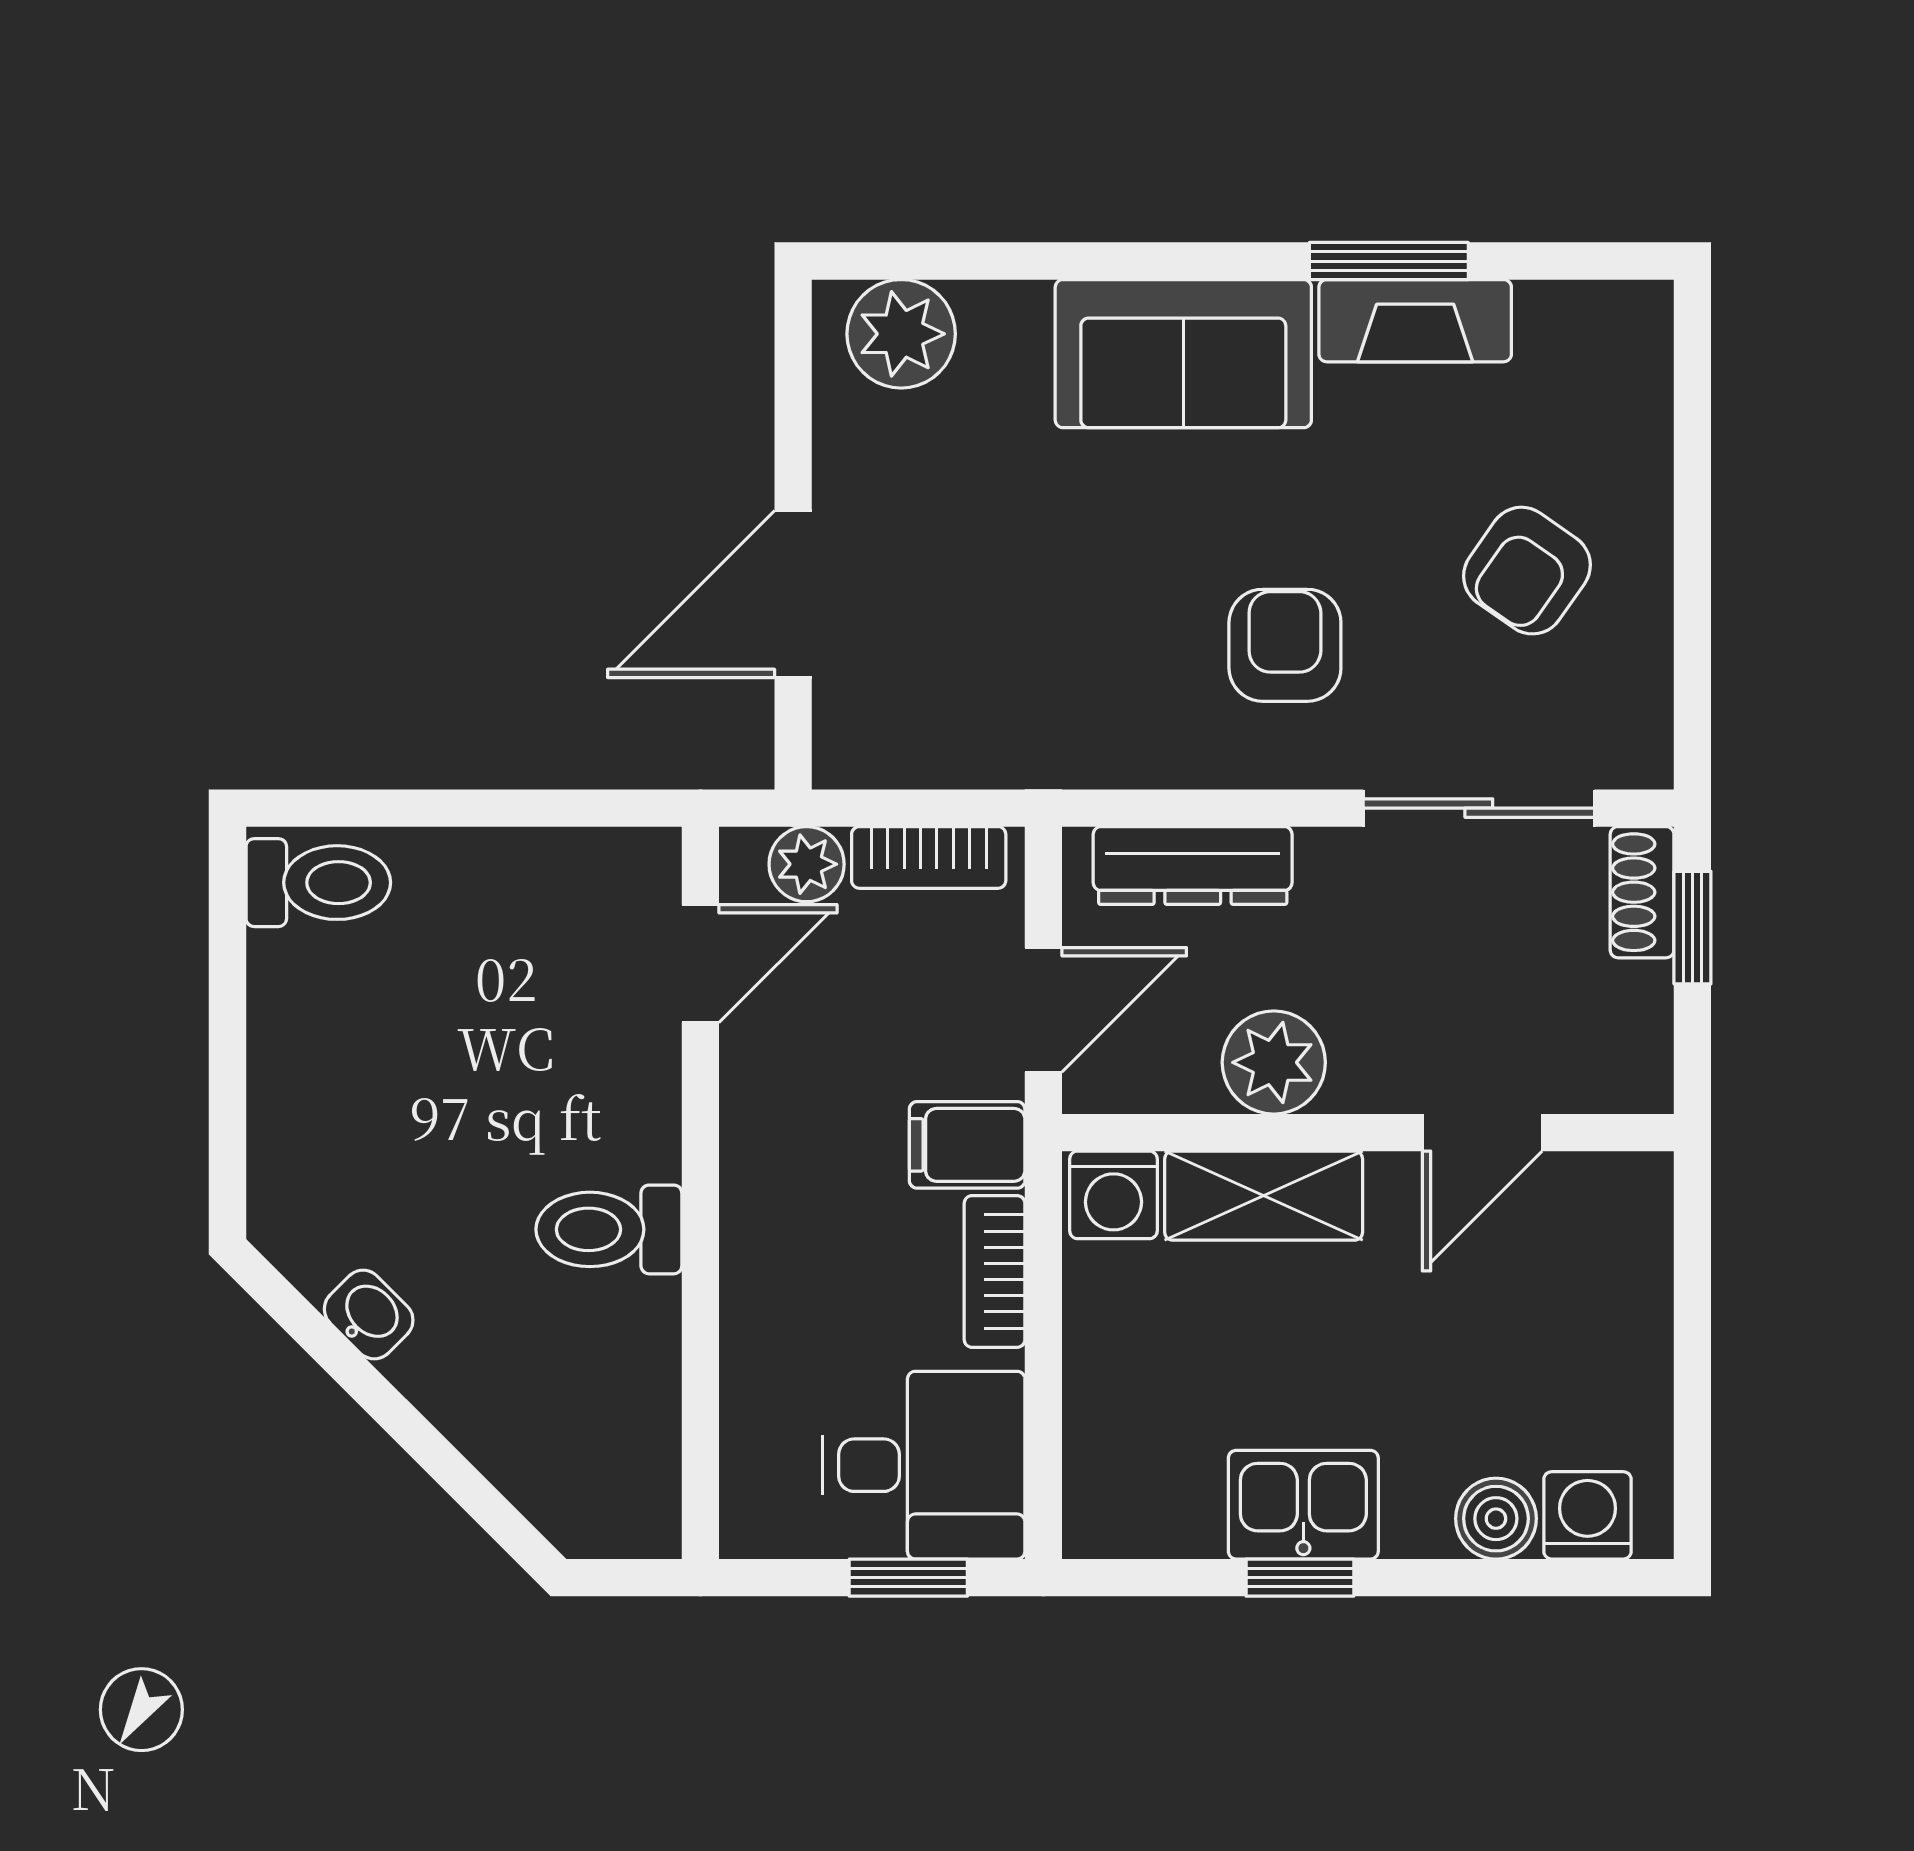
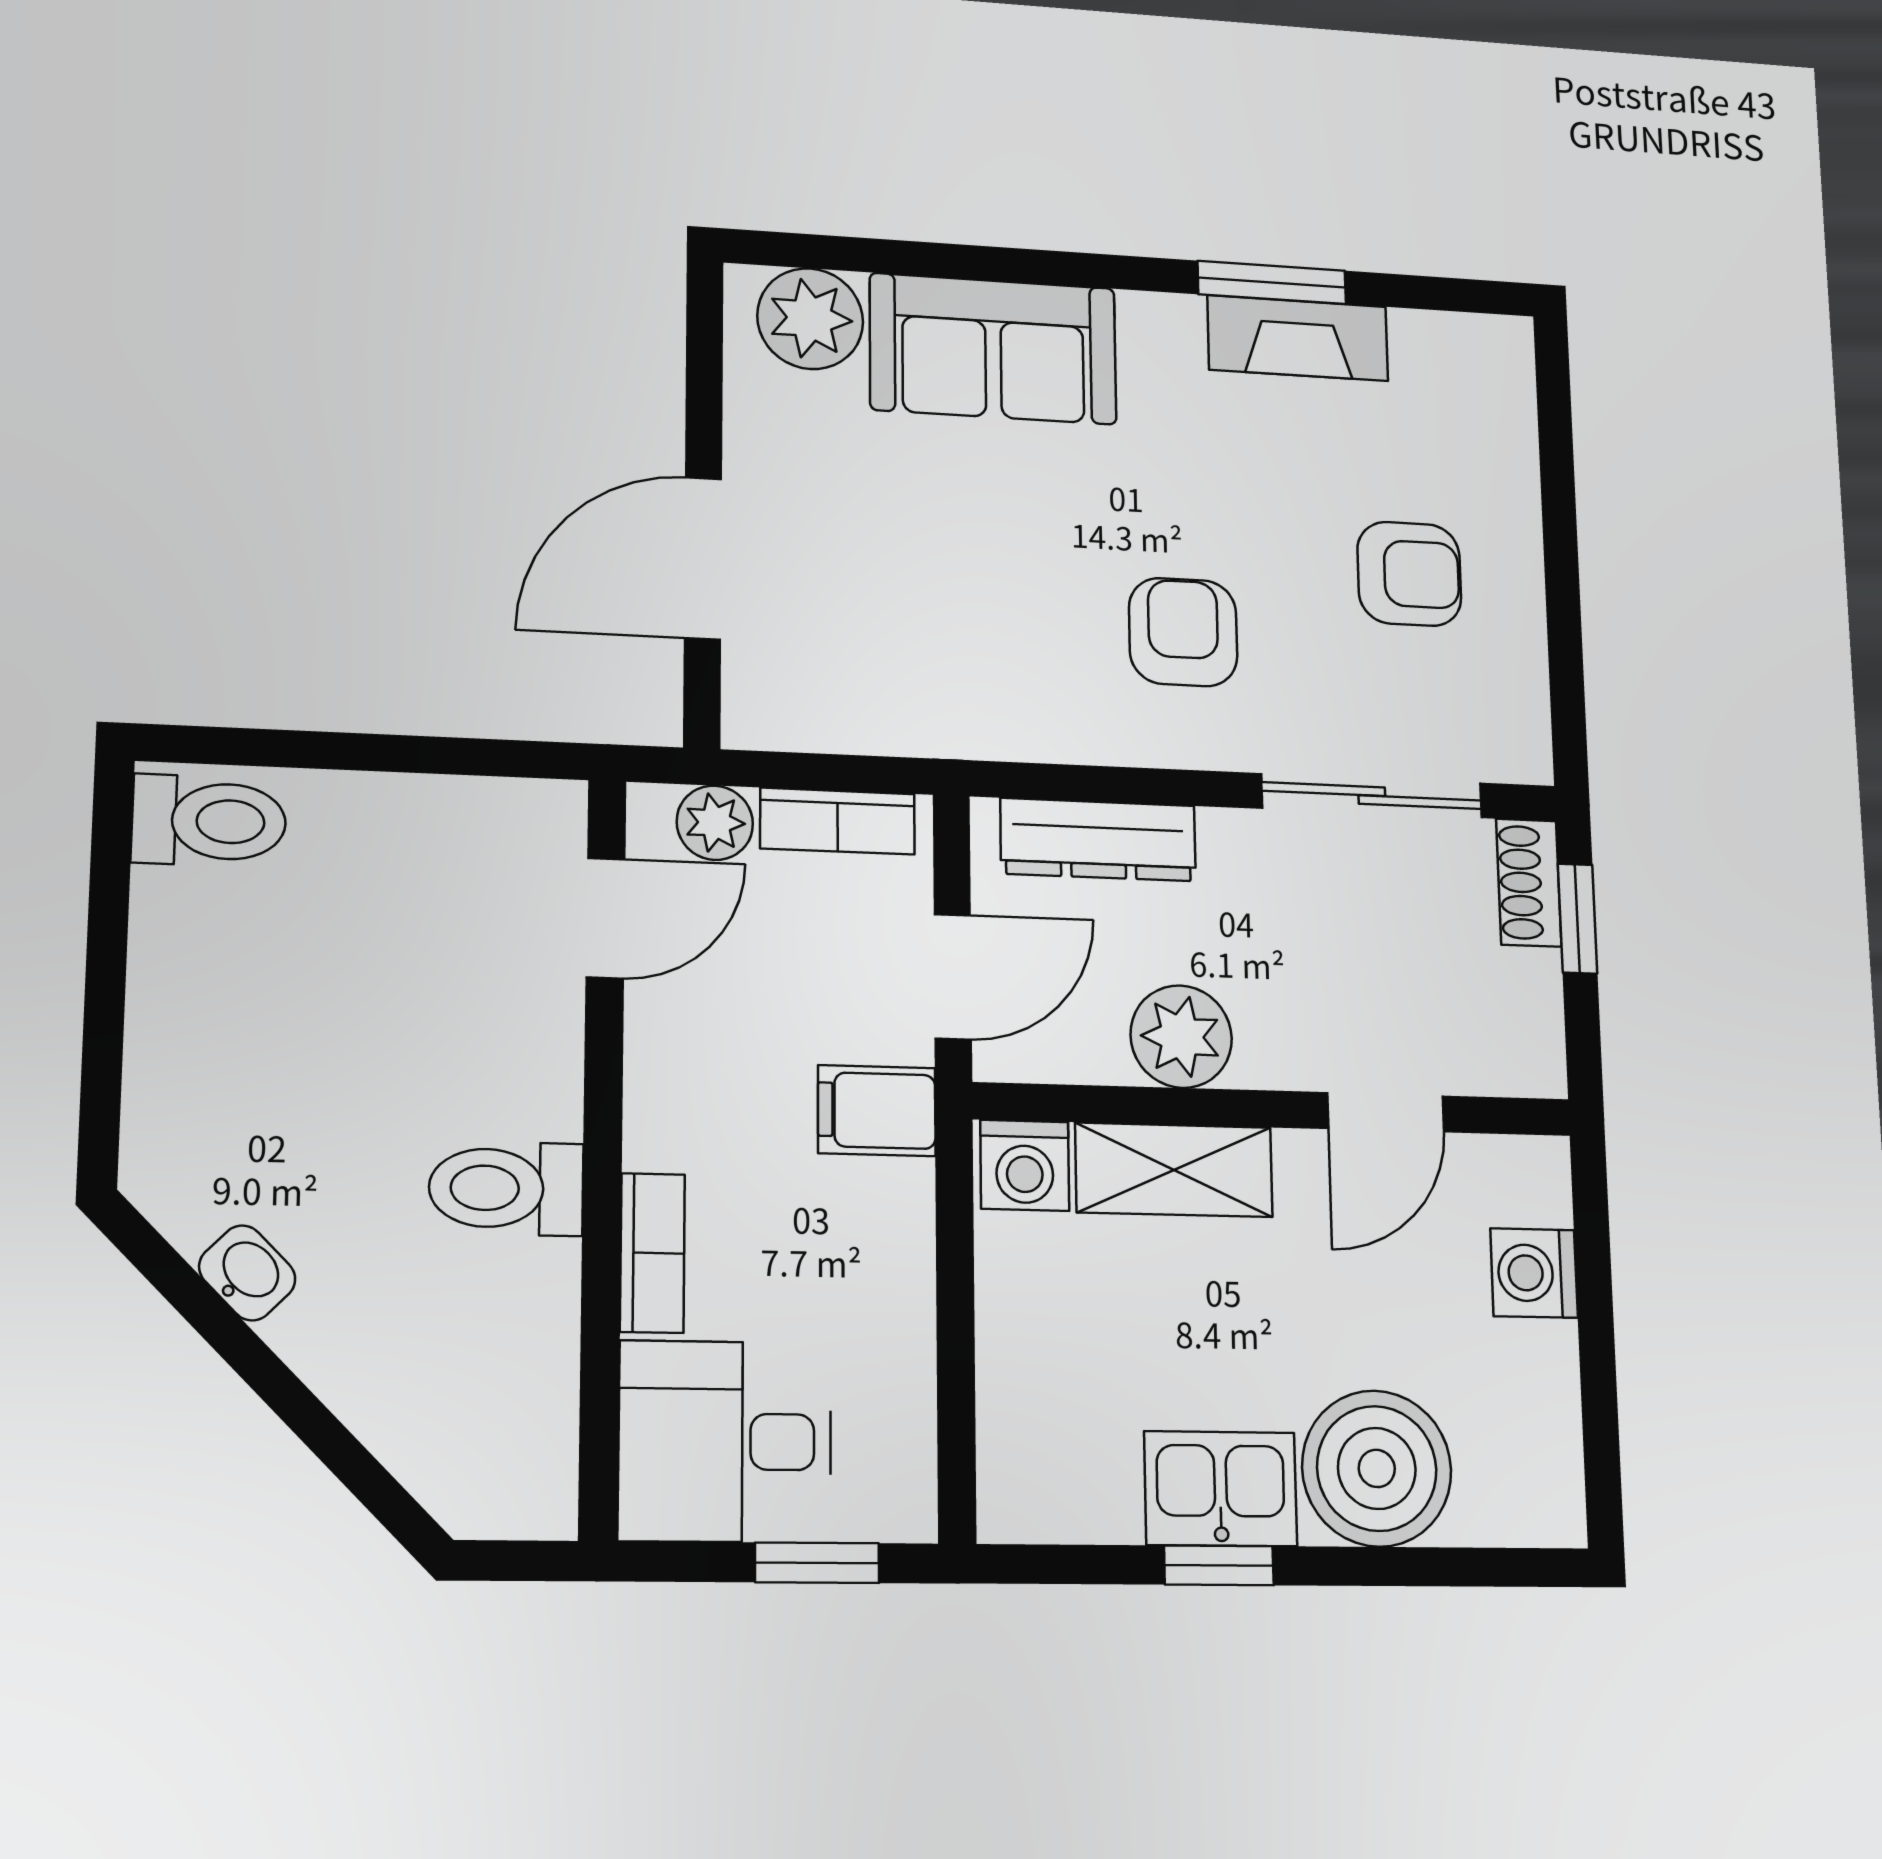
sofa: (1183, 354) -> (993, 349), moved
armchair: (1527, 571) -> (1409, 574), turned -125
bookcase: (995, 1271) -> (652, 1253), moved, turned 180
desk: (924, 1465) -> (725, 1441), moved, turned 180
washing machine: (1587, 1515) -> (1534, 1273), moved, turned -90
boiler: (1496, 1519) -> (1377, 1468), width x1.86, depth x1.86

